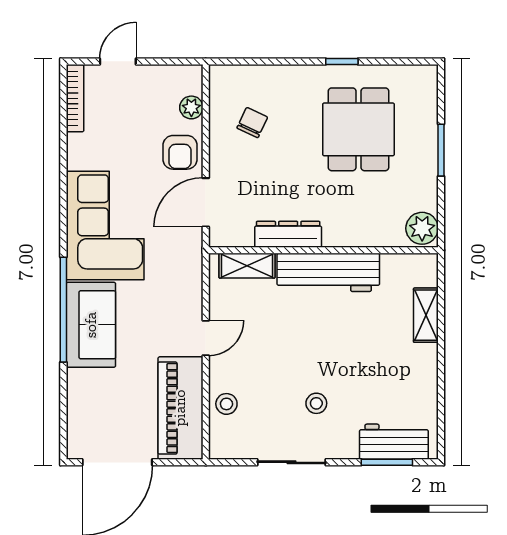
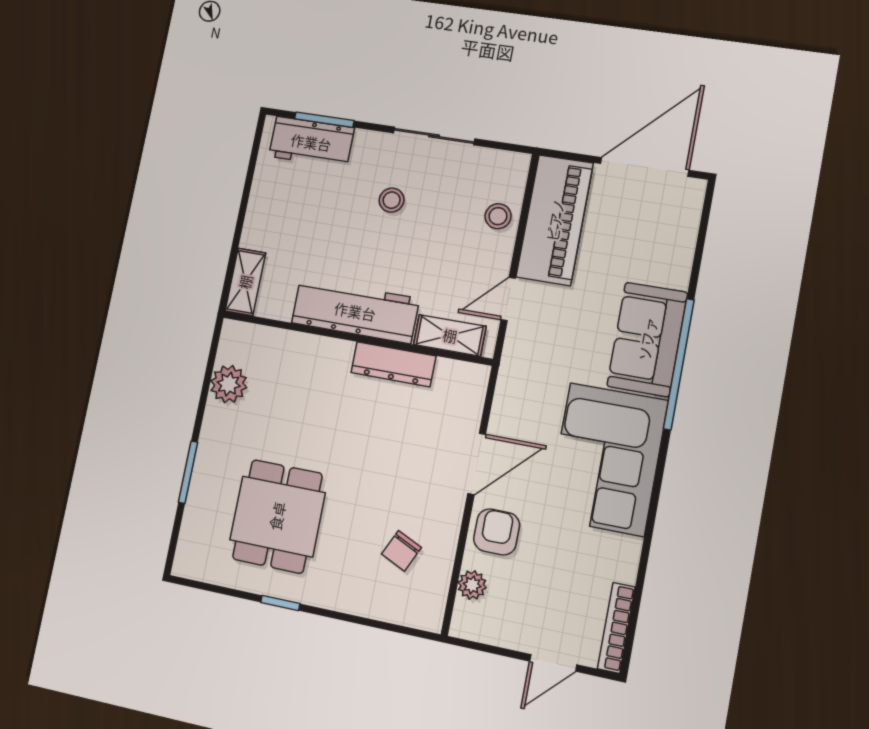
dresser: (288, 234) -> (393, 364), moved
wall: (323, 250) -> (356, 338), moved
shelving: (247, 266) -> (450, 335), moved
workbench: (328, 272) -> (355, 311), moved

